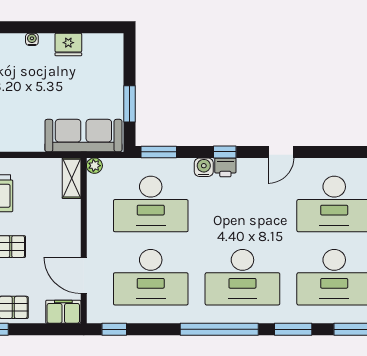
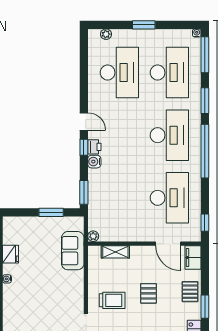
sofa: (83, 136) -> (73, 251), width x0.73
door: (281, 152) -> (84, 122), moved
shelving: (72, 178) -> (115, 252), moved
desk: (151, 204) -> (119, 198), removed
door: (84, 275) -> (168, 244), hinge flipped

